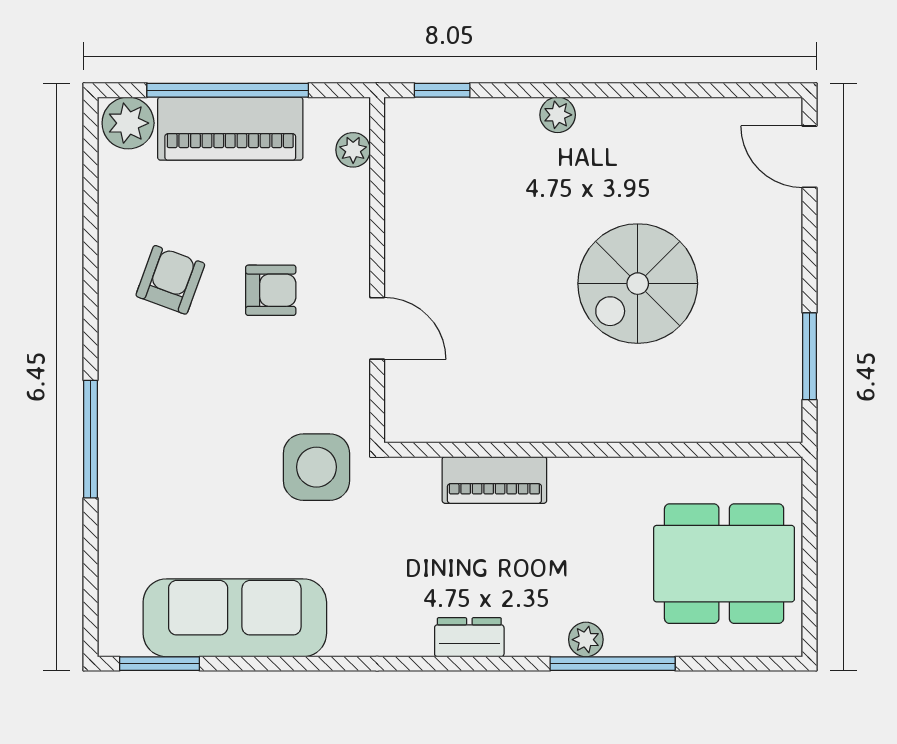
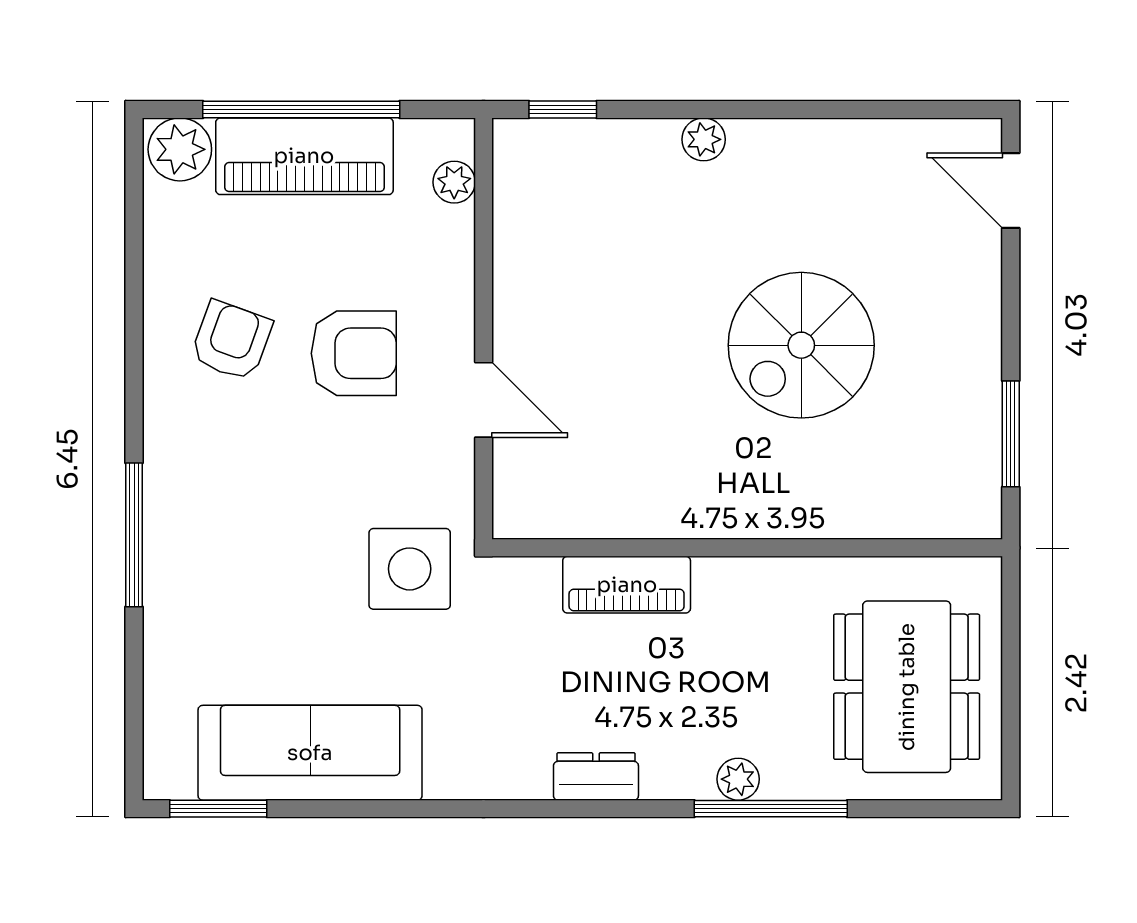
armchair: (271, 290) -> (354, 353), width x1.38, depth x1.38
dining table: (724, 564) -> (907, 687), turned 90

